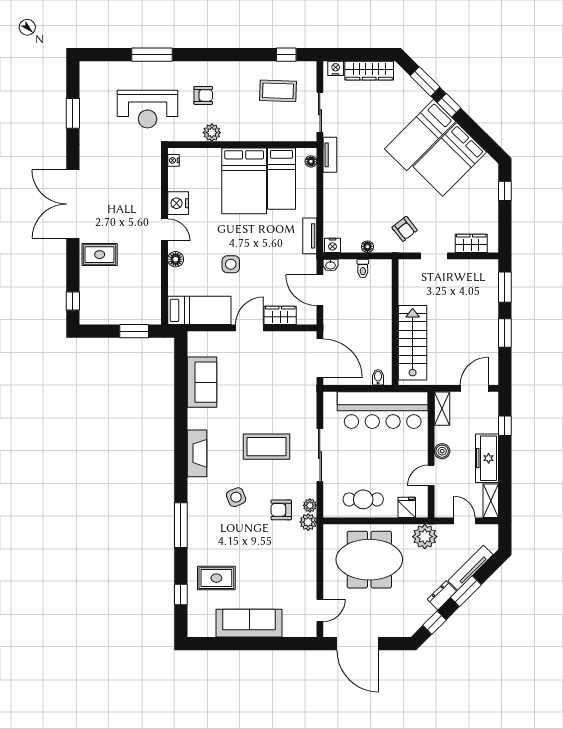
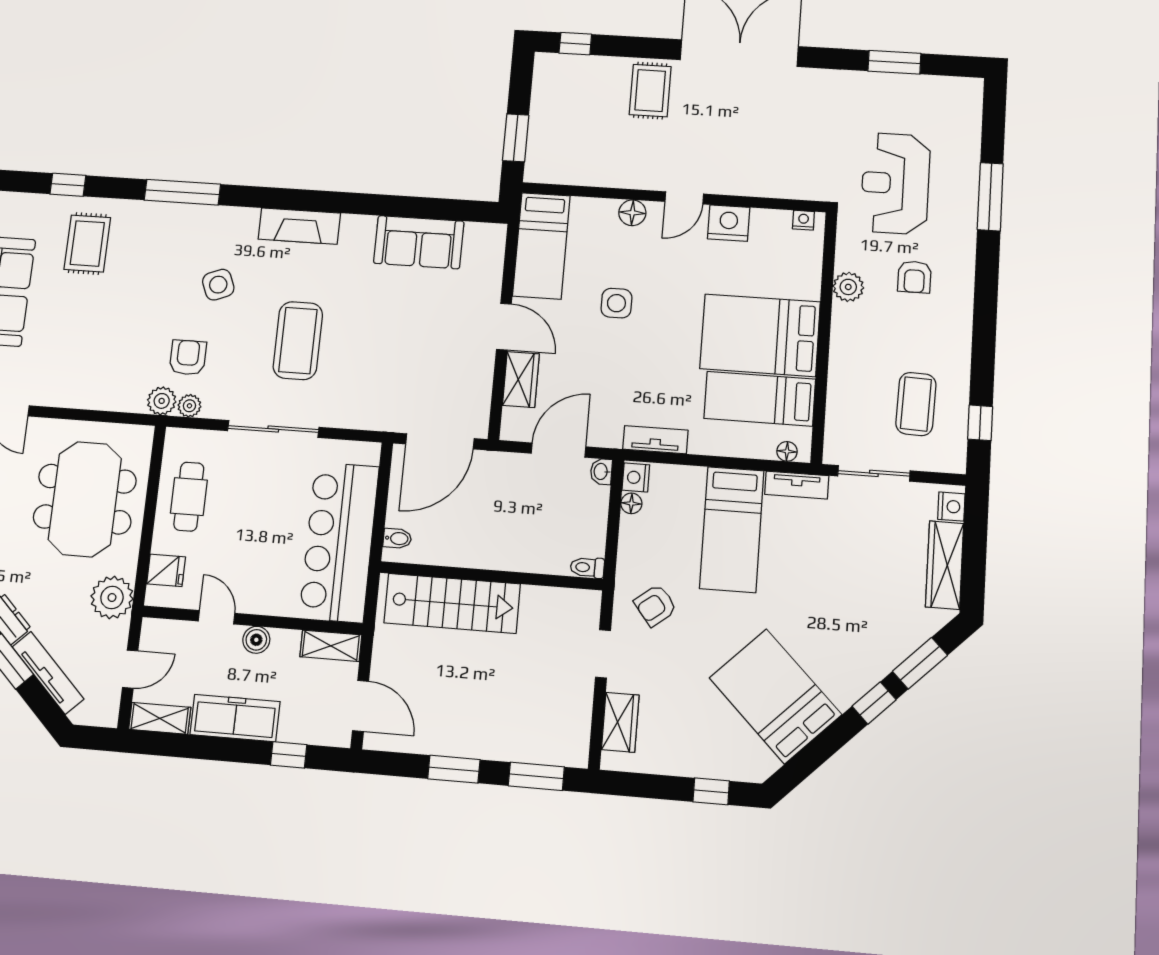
bed: (420, 135) -> (732, 529), moved, turned -135
floor lamp: (367, 247) -> (631, 503), moved
toilet: (363, 269) -> (587, 567), moved

